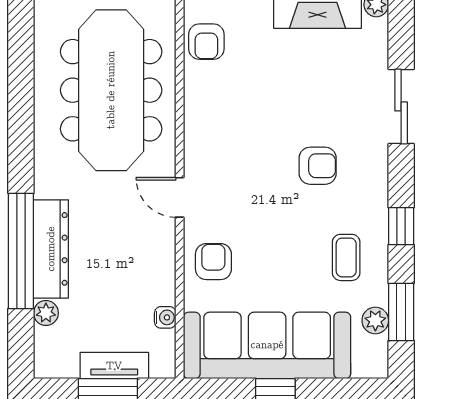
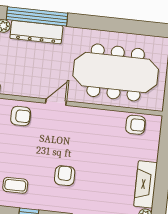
armchair: (206, 42) -> (135, 125), turned 180
armchair: (318, 166) -> (65, 176), turned 180

